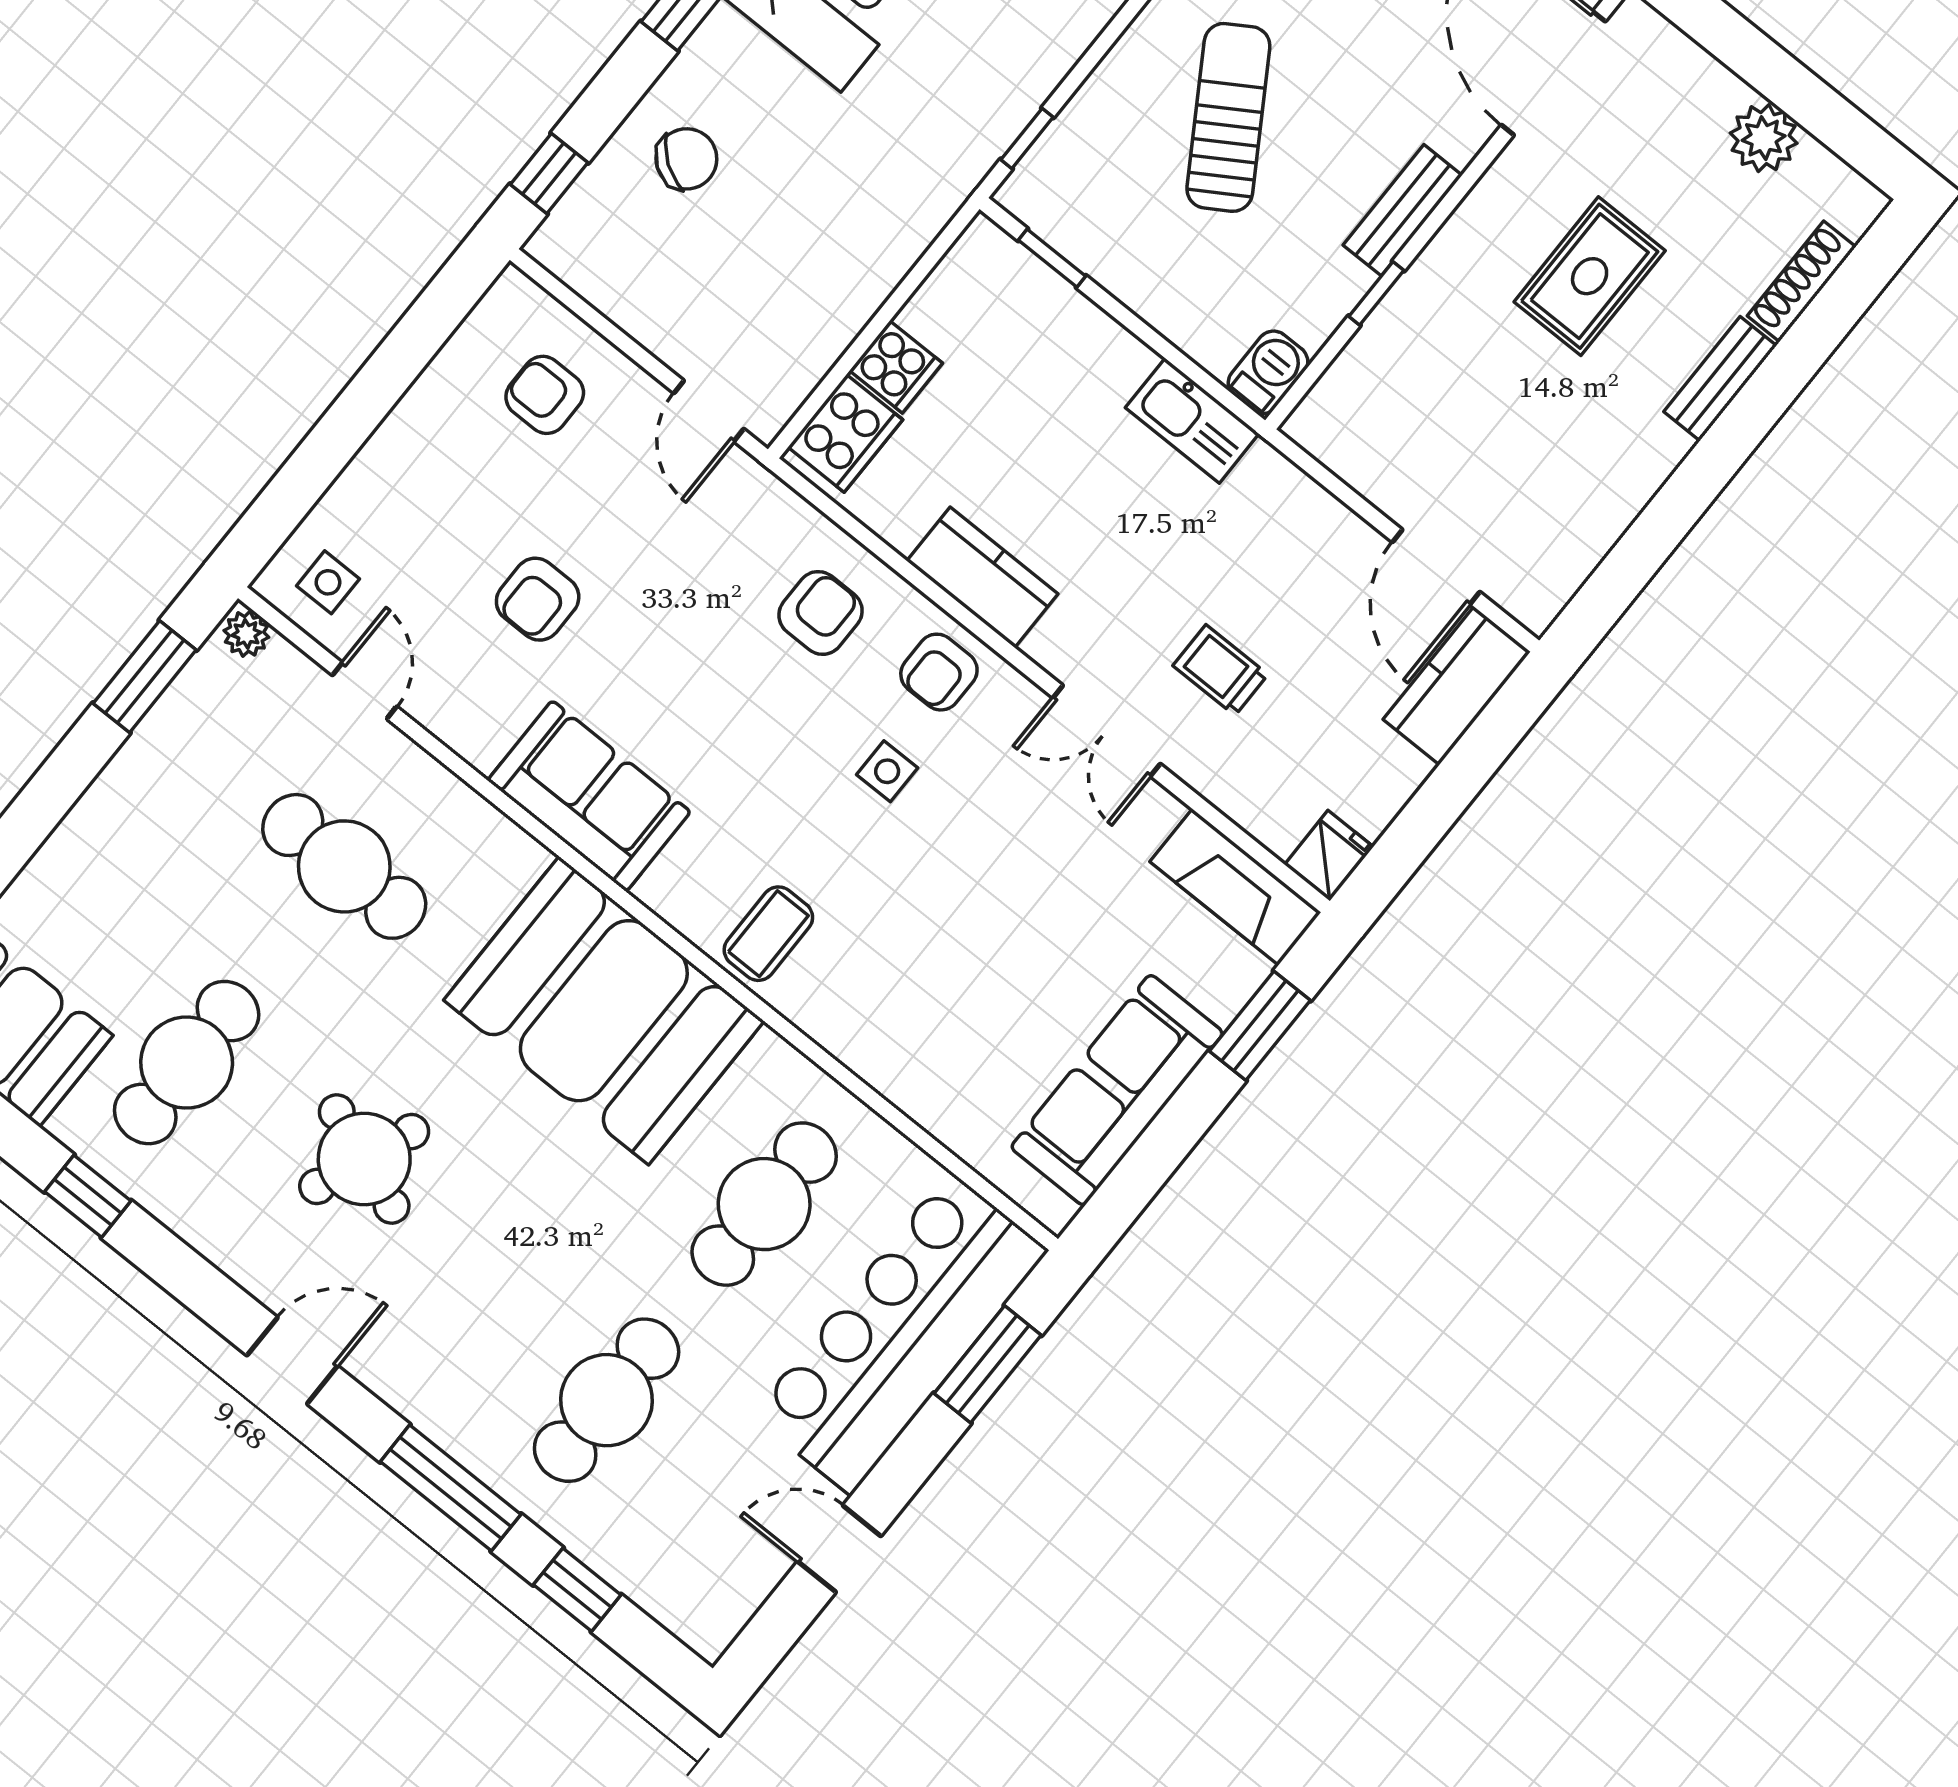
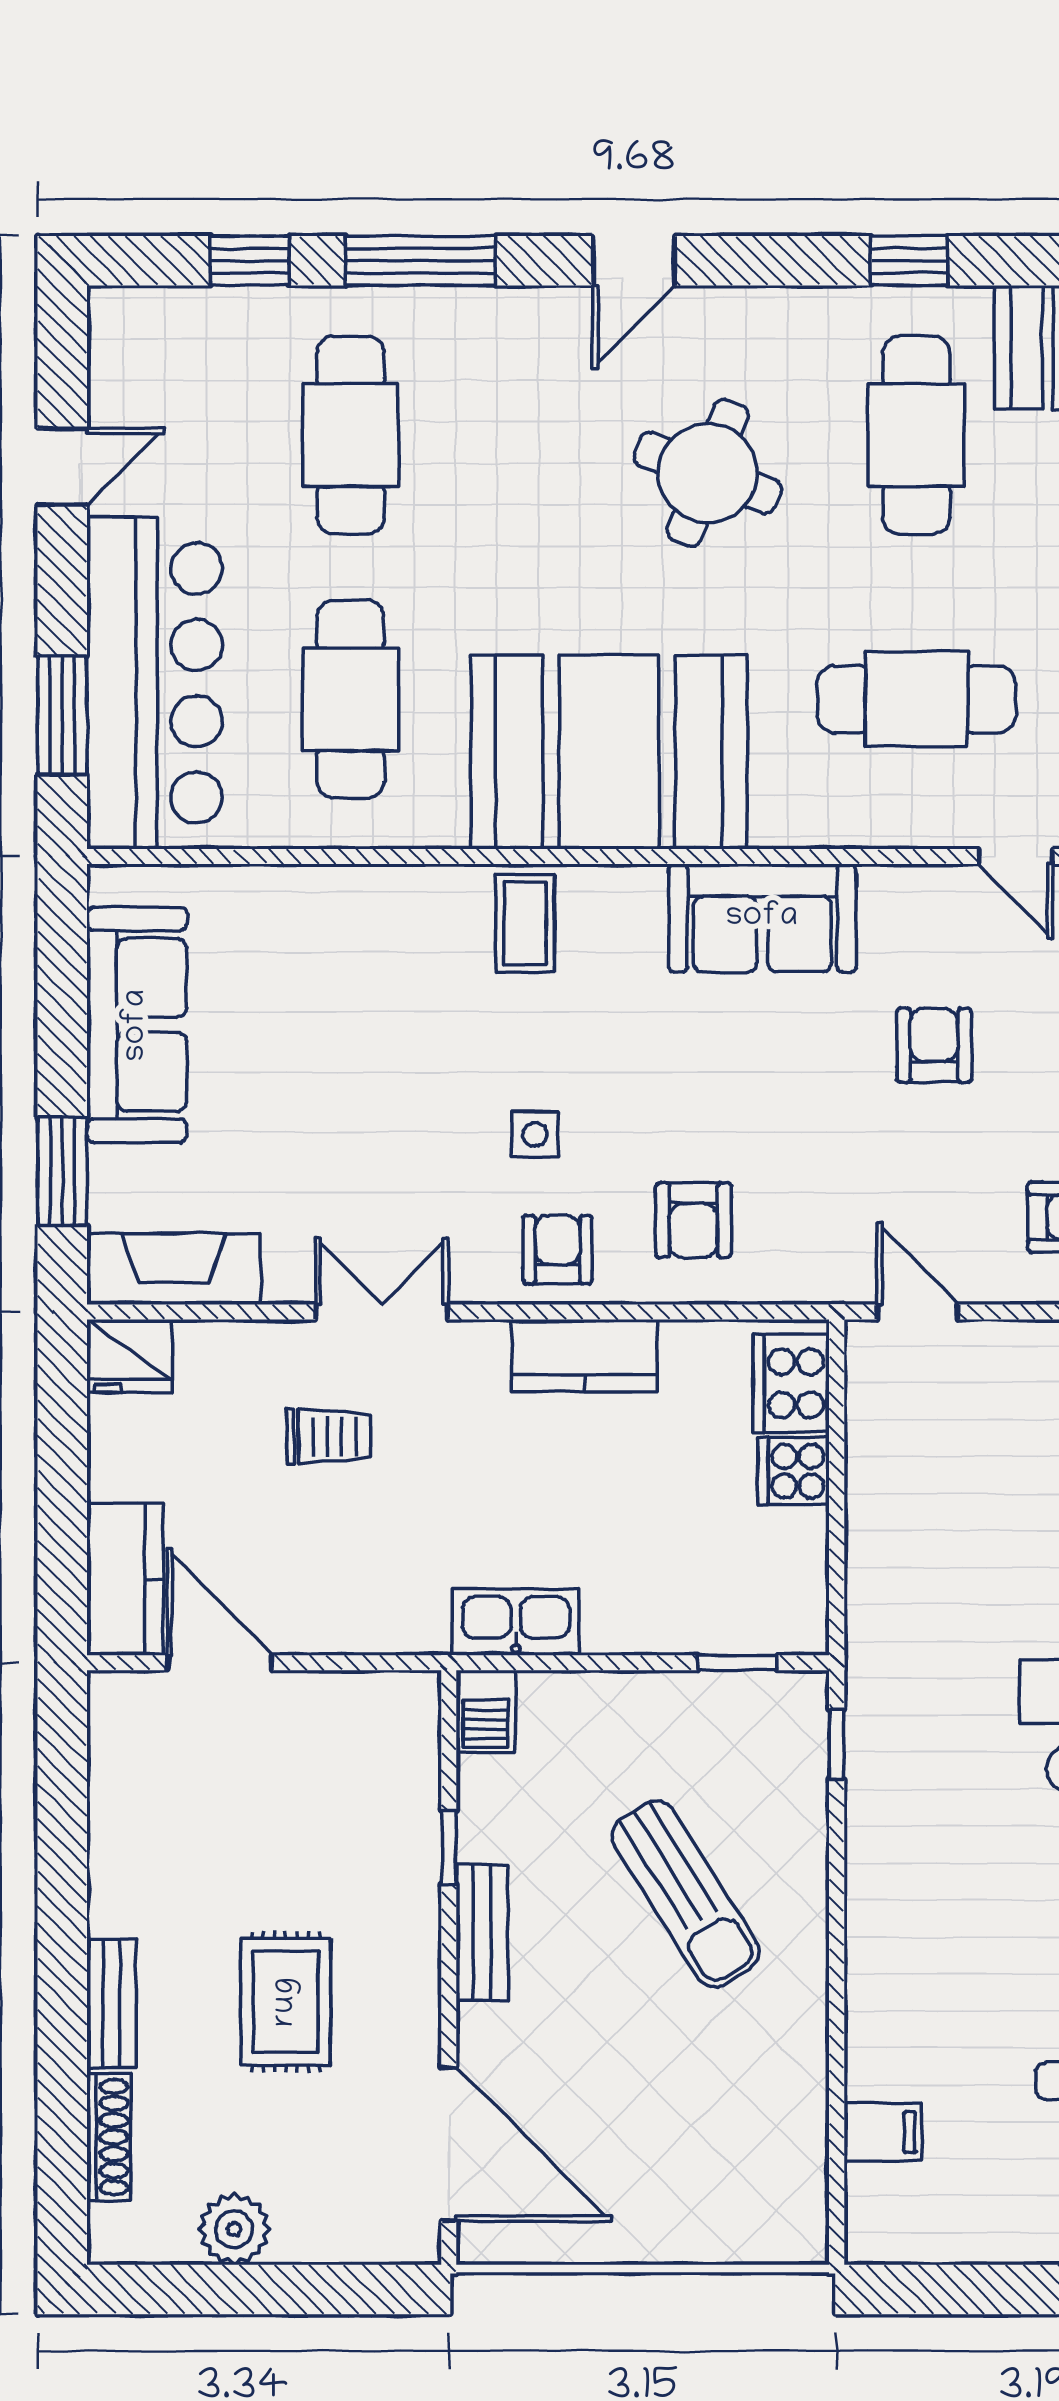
fridge: (1329, 856) -> (129, 1356), width x1.38

